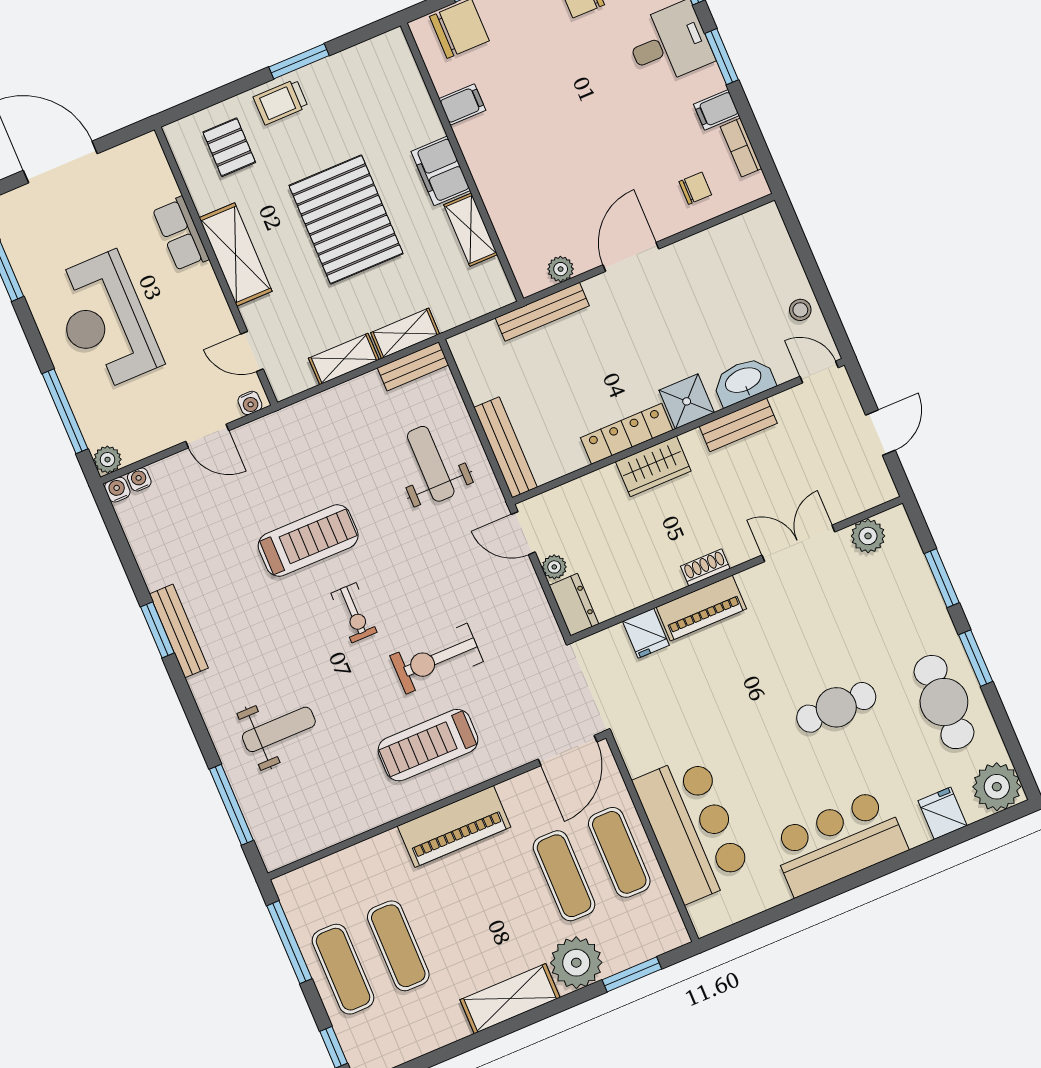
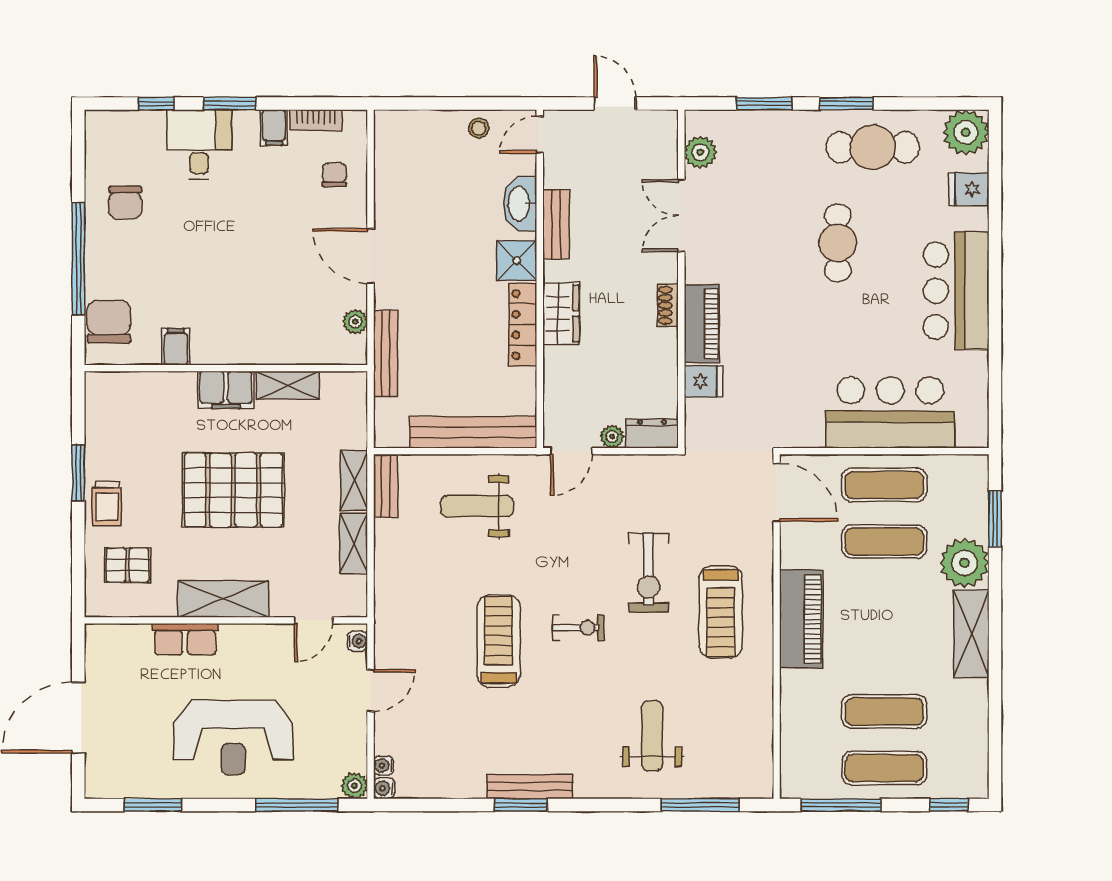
bench: (506, 447) -> (473, 432), width x1.37, depth x1.21

